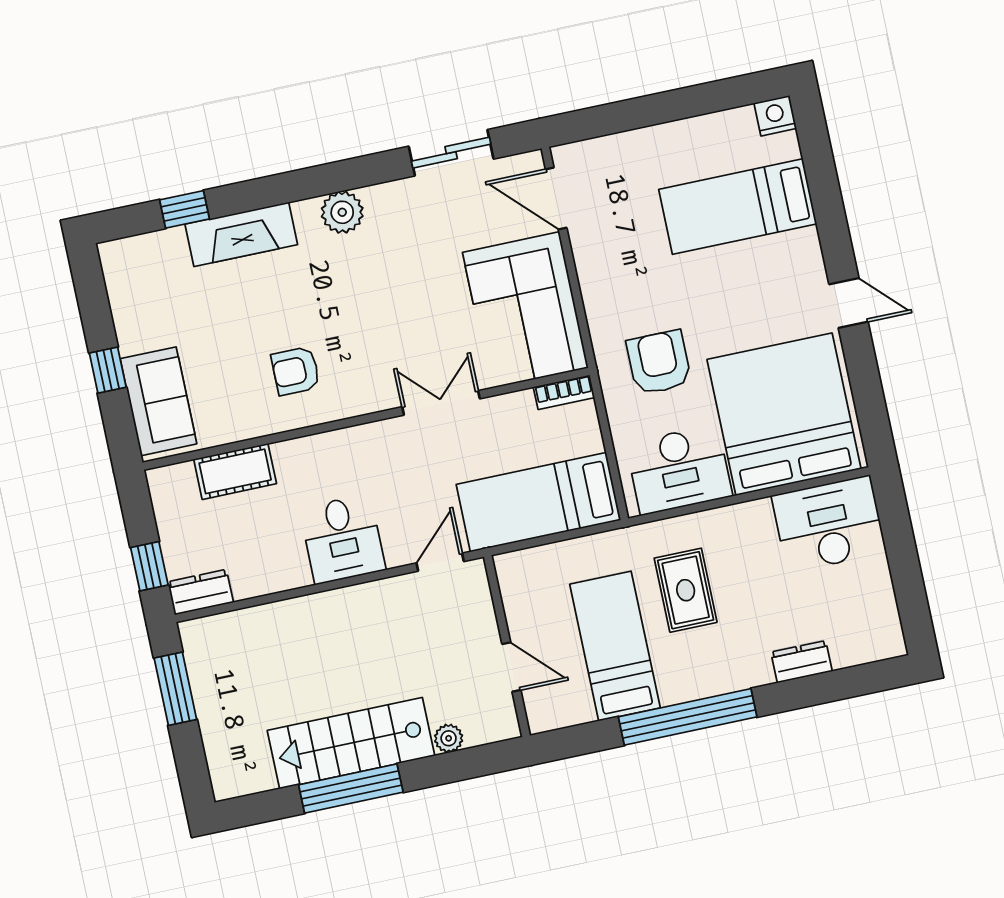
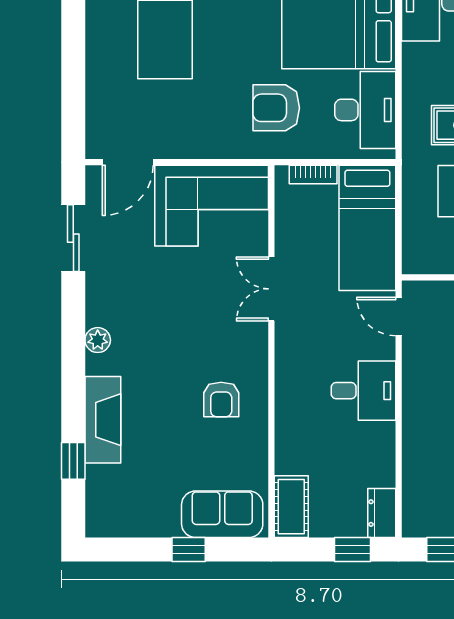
plant: (342, 212) -> (98, 340), width x0.73, depth x0.73
bookcase: (564, 392) -> (313, 175), moved, turned 90
cot: (235, 471) -> (291, 507), moved

